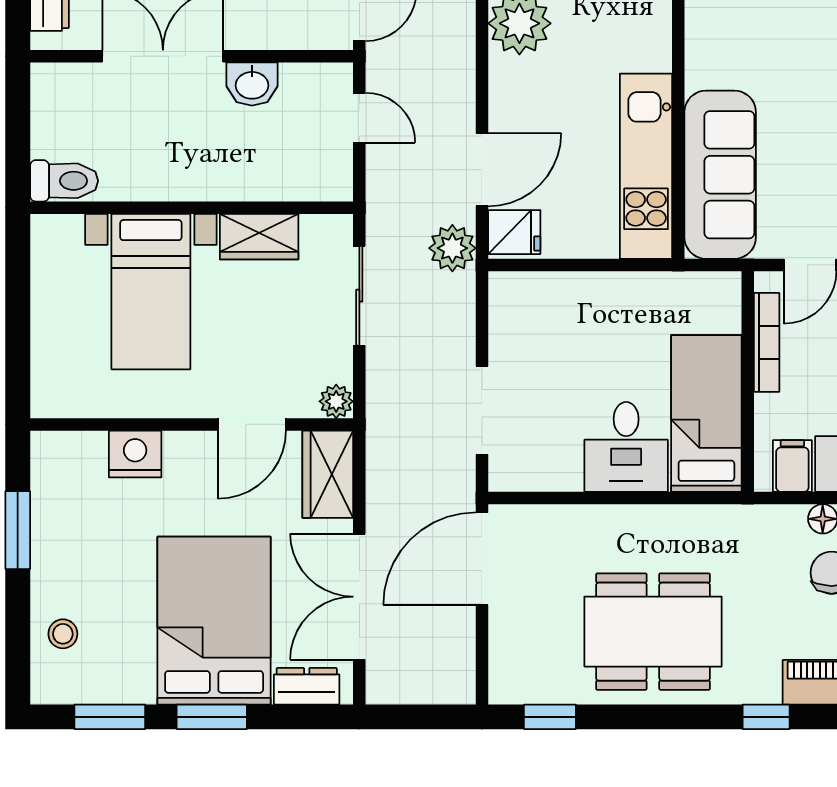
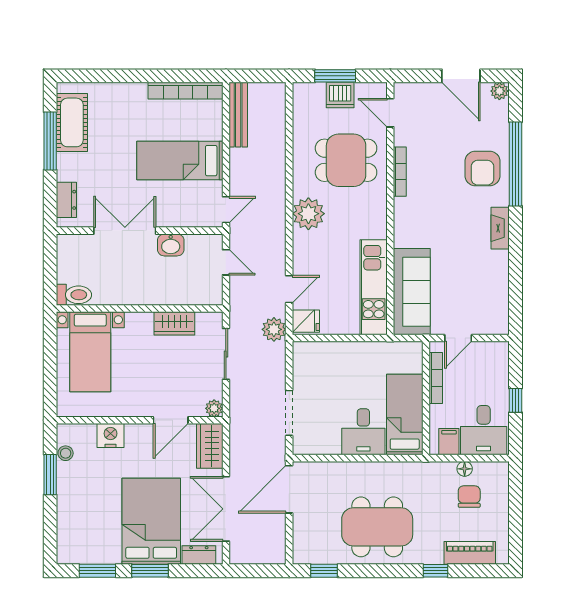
door: (482, 170) -> (289, 289), width x0.73
bed with nightstands: (151, 292) -> (90, 352), moved
stool: (63, 634) -> (66, 453), moved

